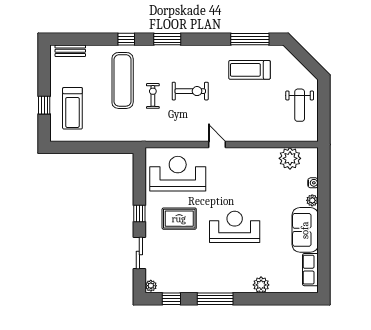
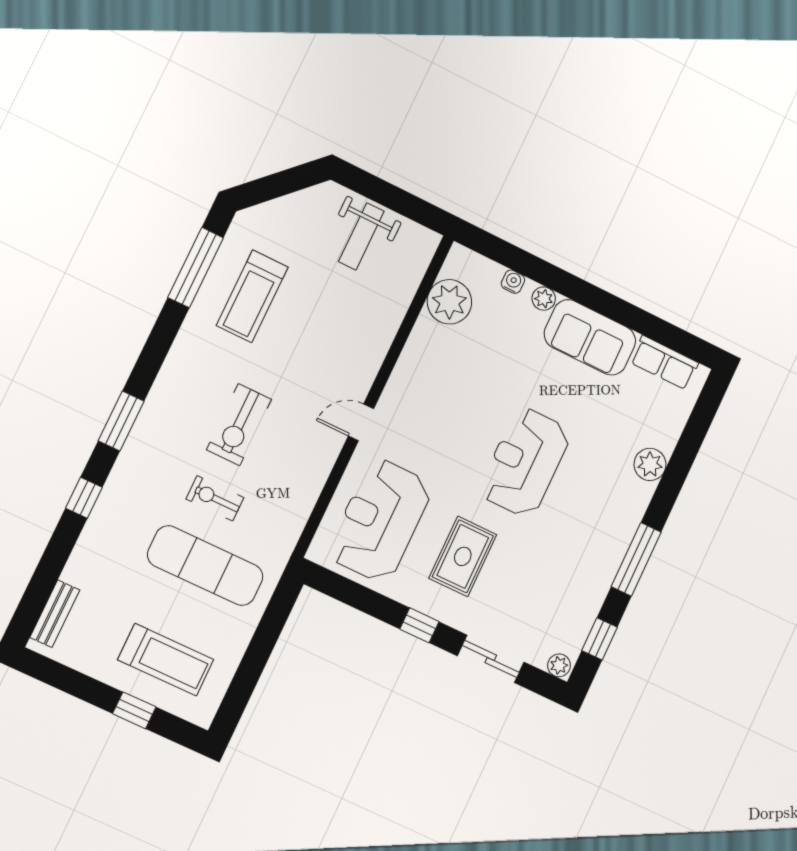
exercise mat: (123, 80) -> (205, 566), moved
exercise bike: (190, 91) -> (239, 425), turned 180
weight bench: (300, 105) -> (361, 236), turned 90

